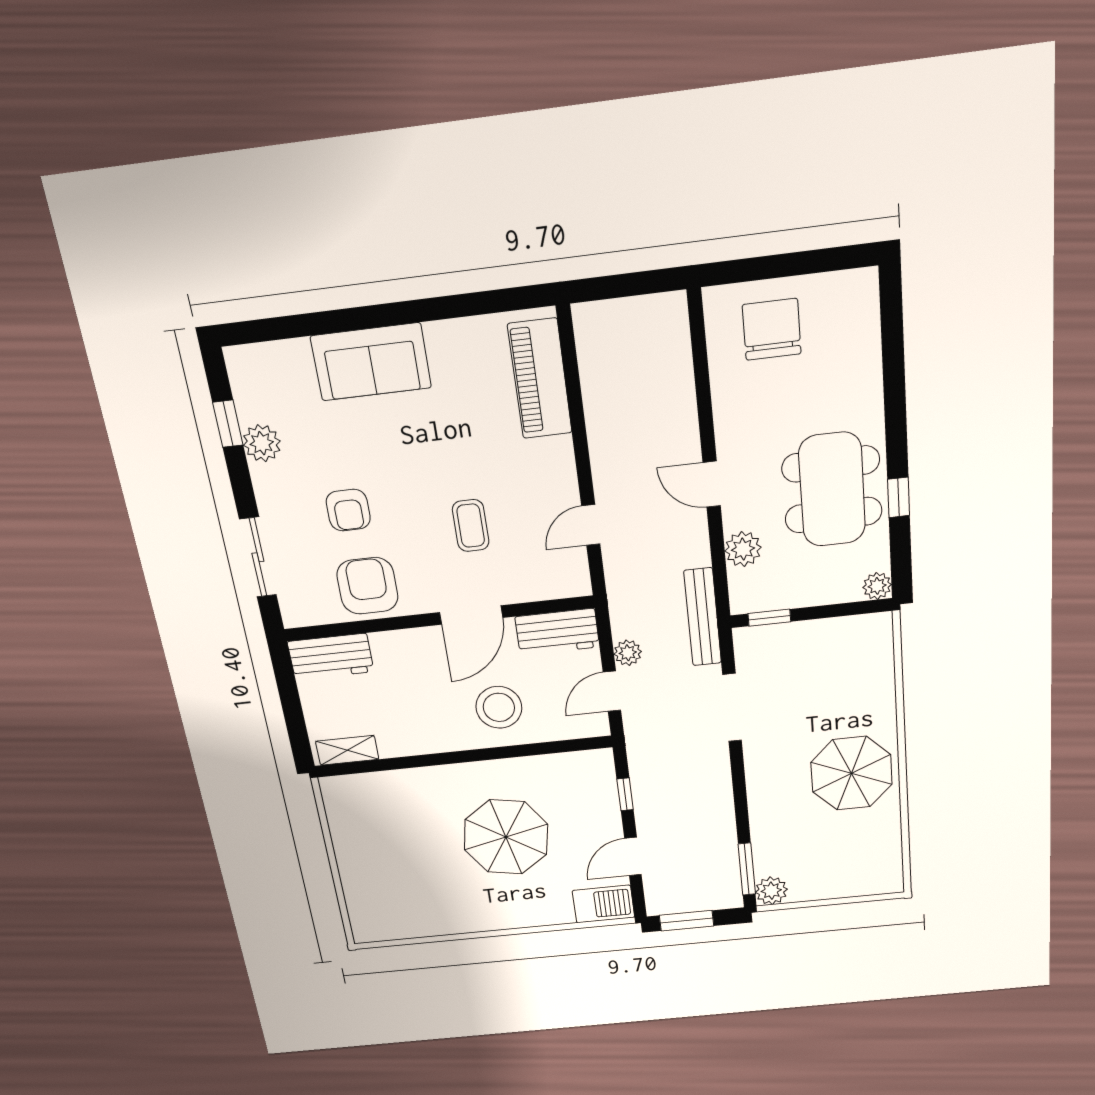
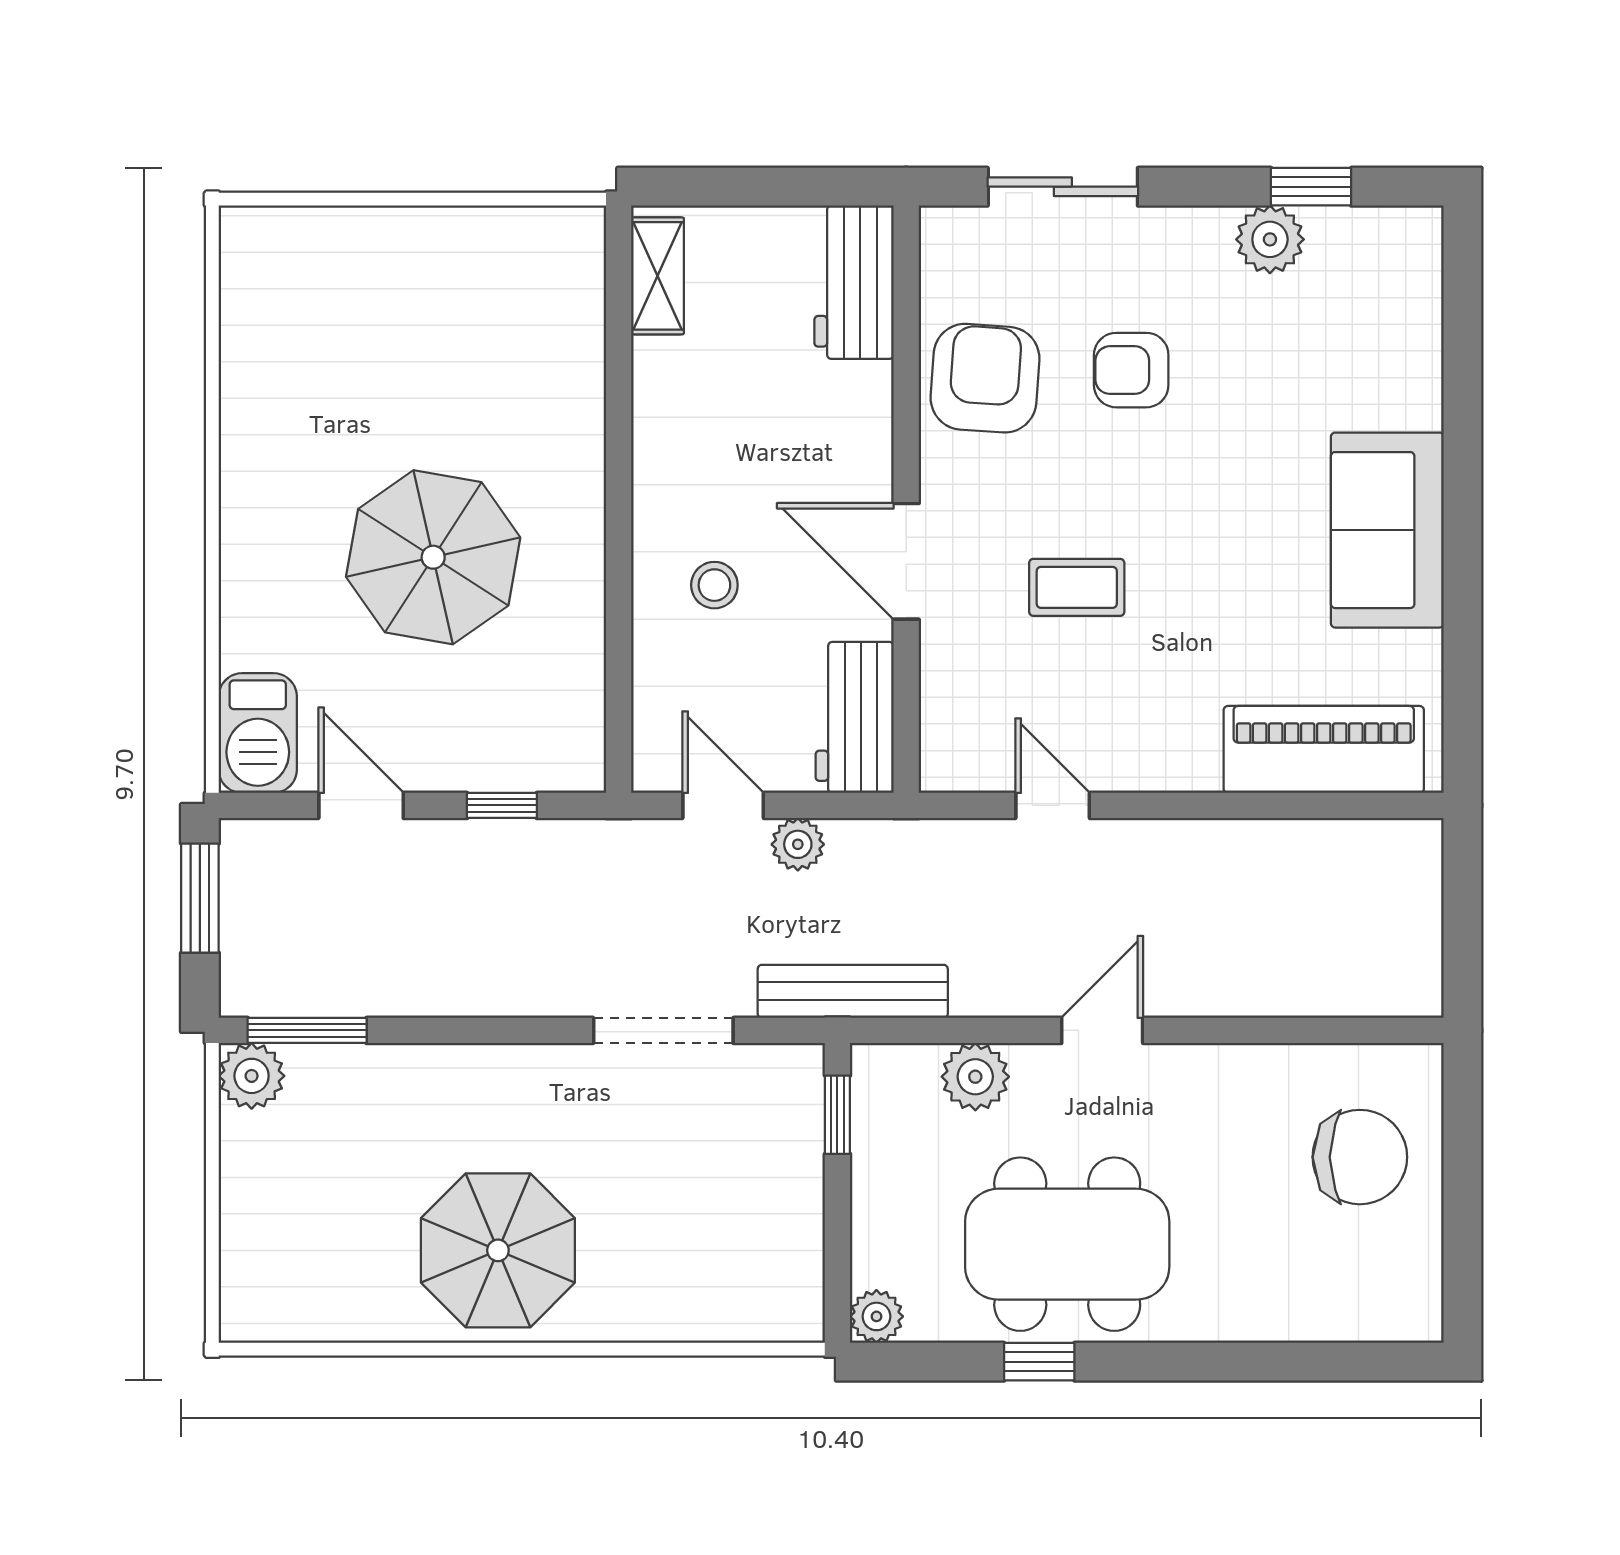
sofa: (371, 362) -> (1387, 530), moved
armchair: (367, 586) -> (985, 378), turned -86
stool: (499, 707) -> (714, 585), width x0.53, depth x0.53

